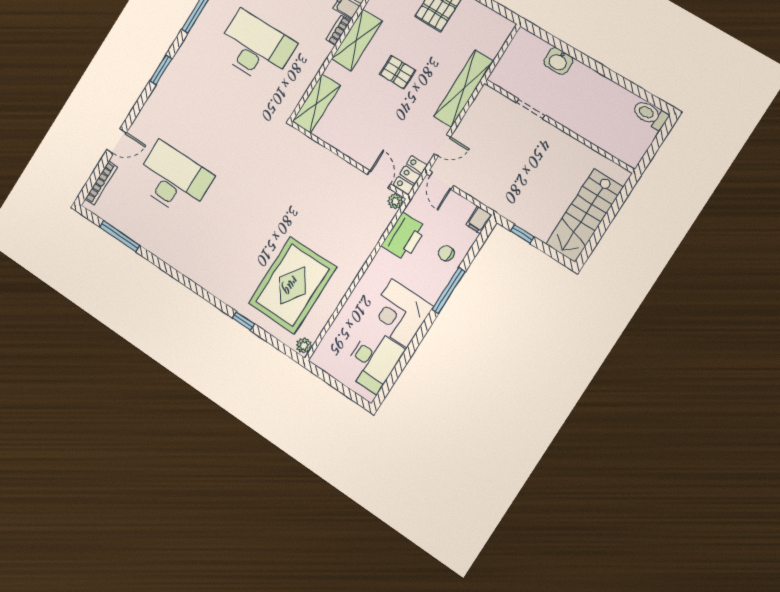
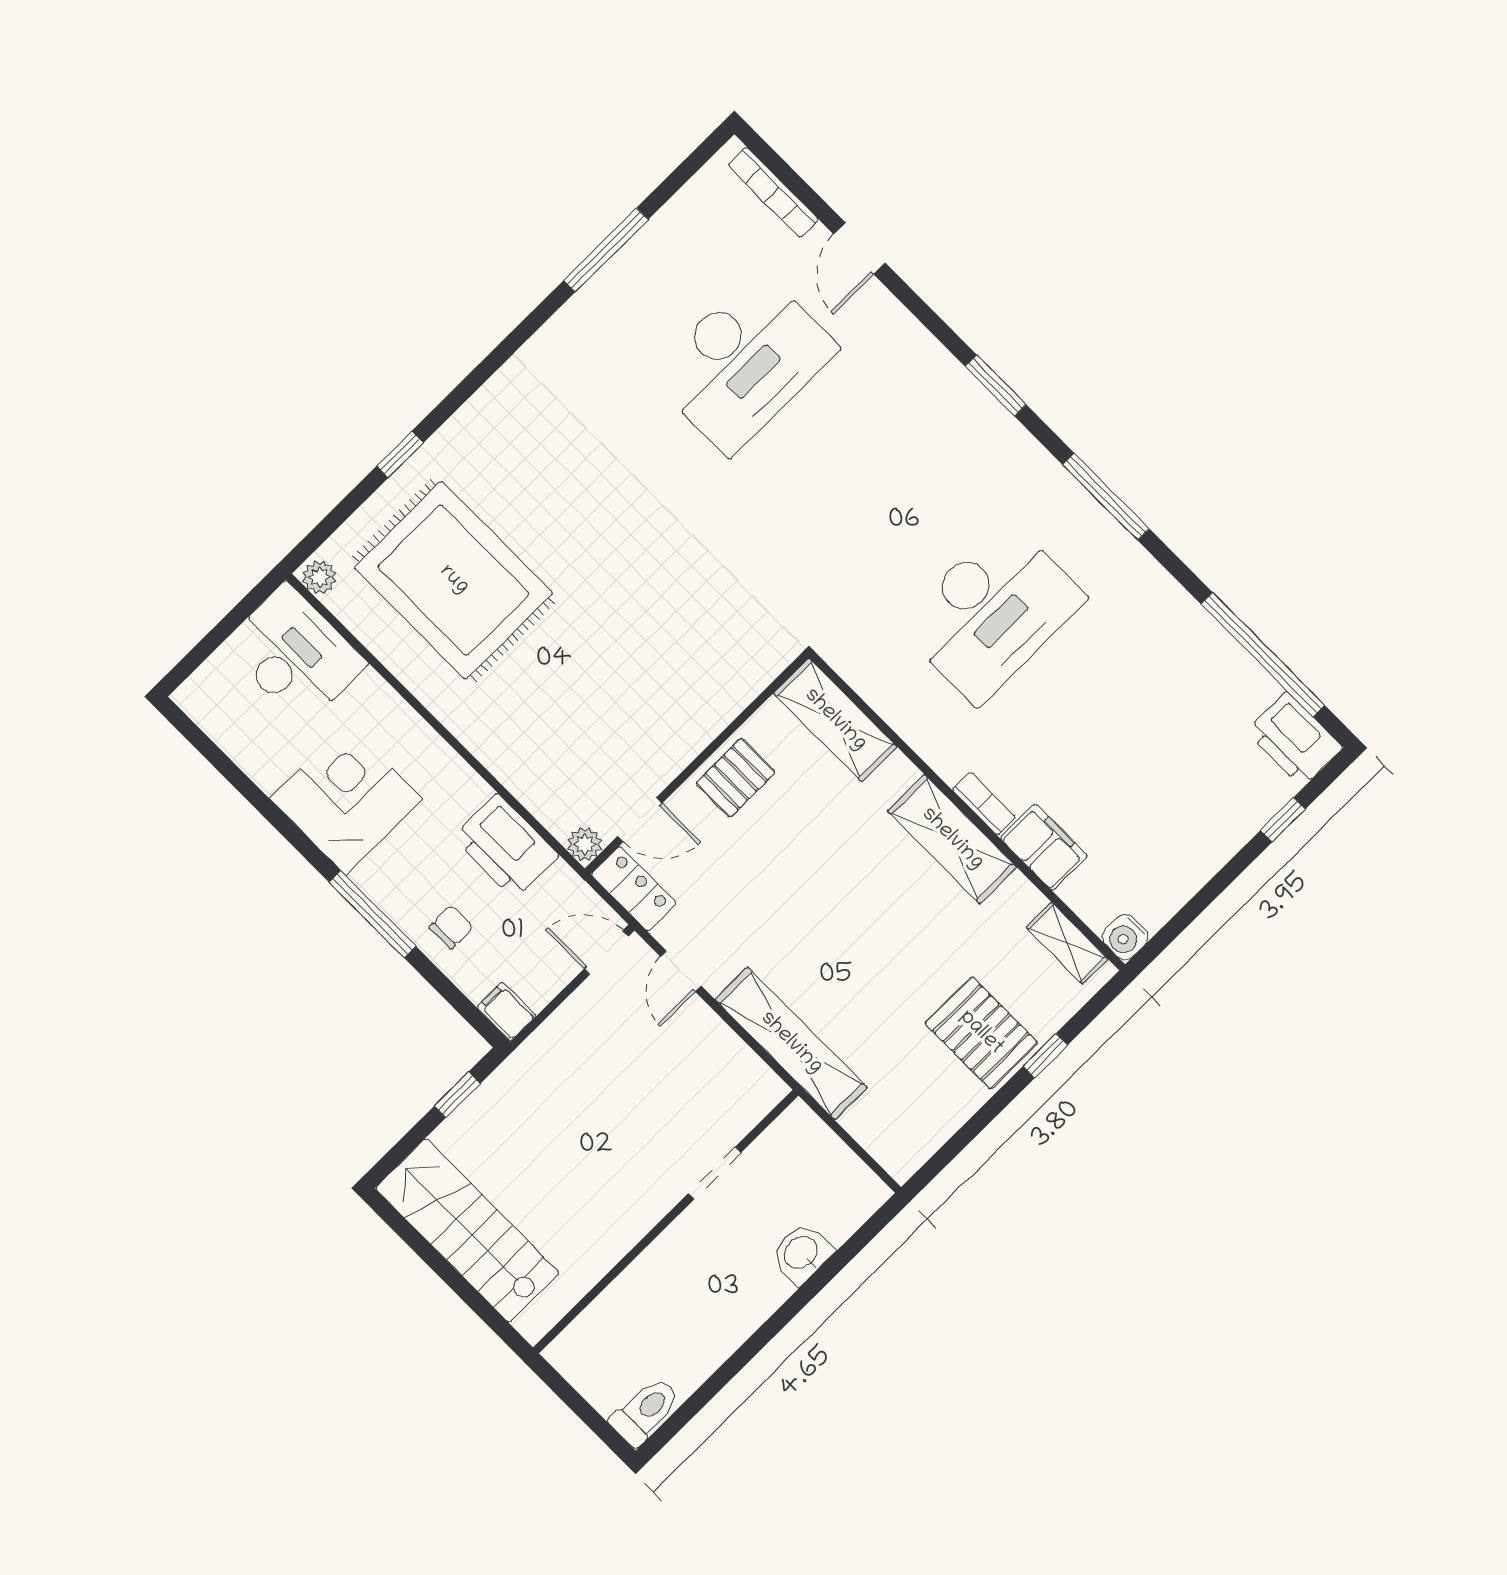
pallet: (398, 72) -> (736, 778), moved
window: (120, 236) -> (606, 250), moved
desk: (373, 360) -> (295, 654), moved, turned 180

